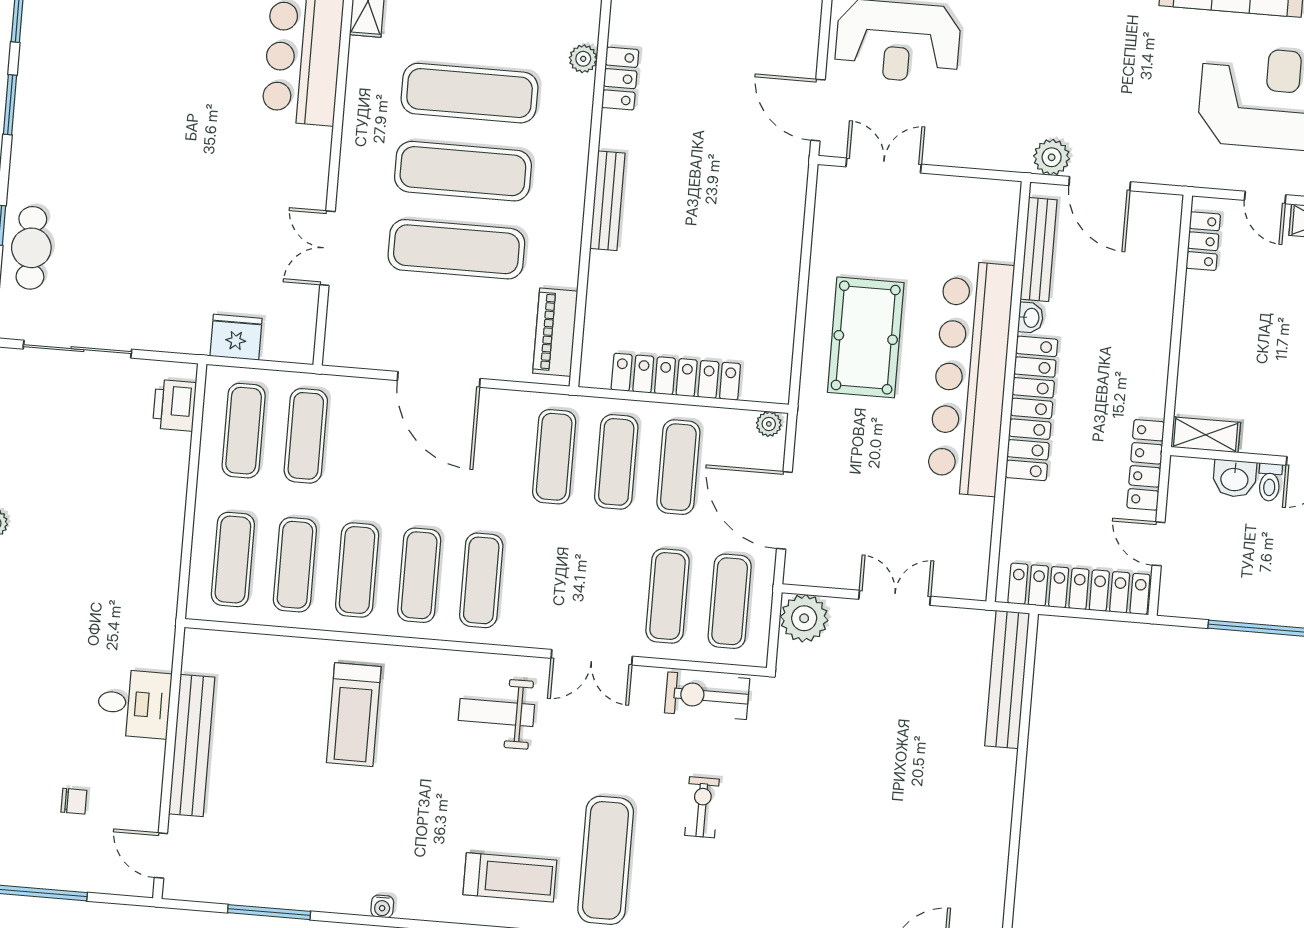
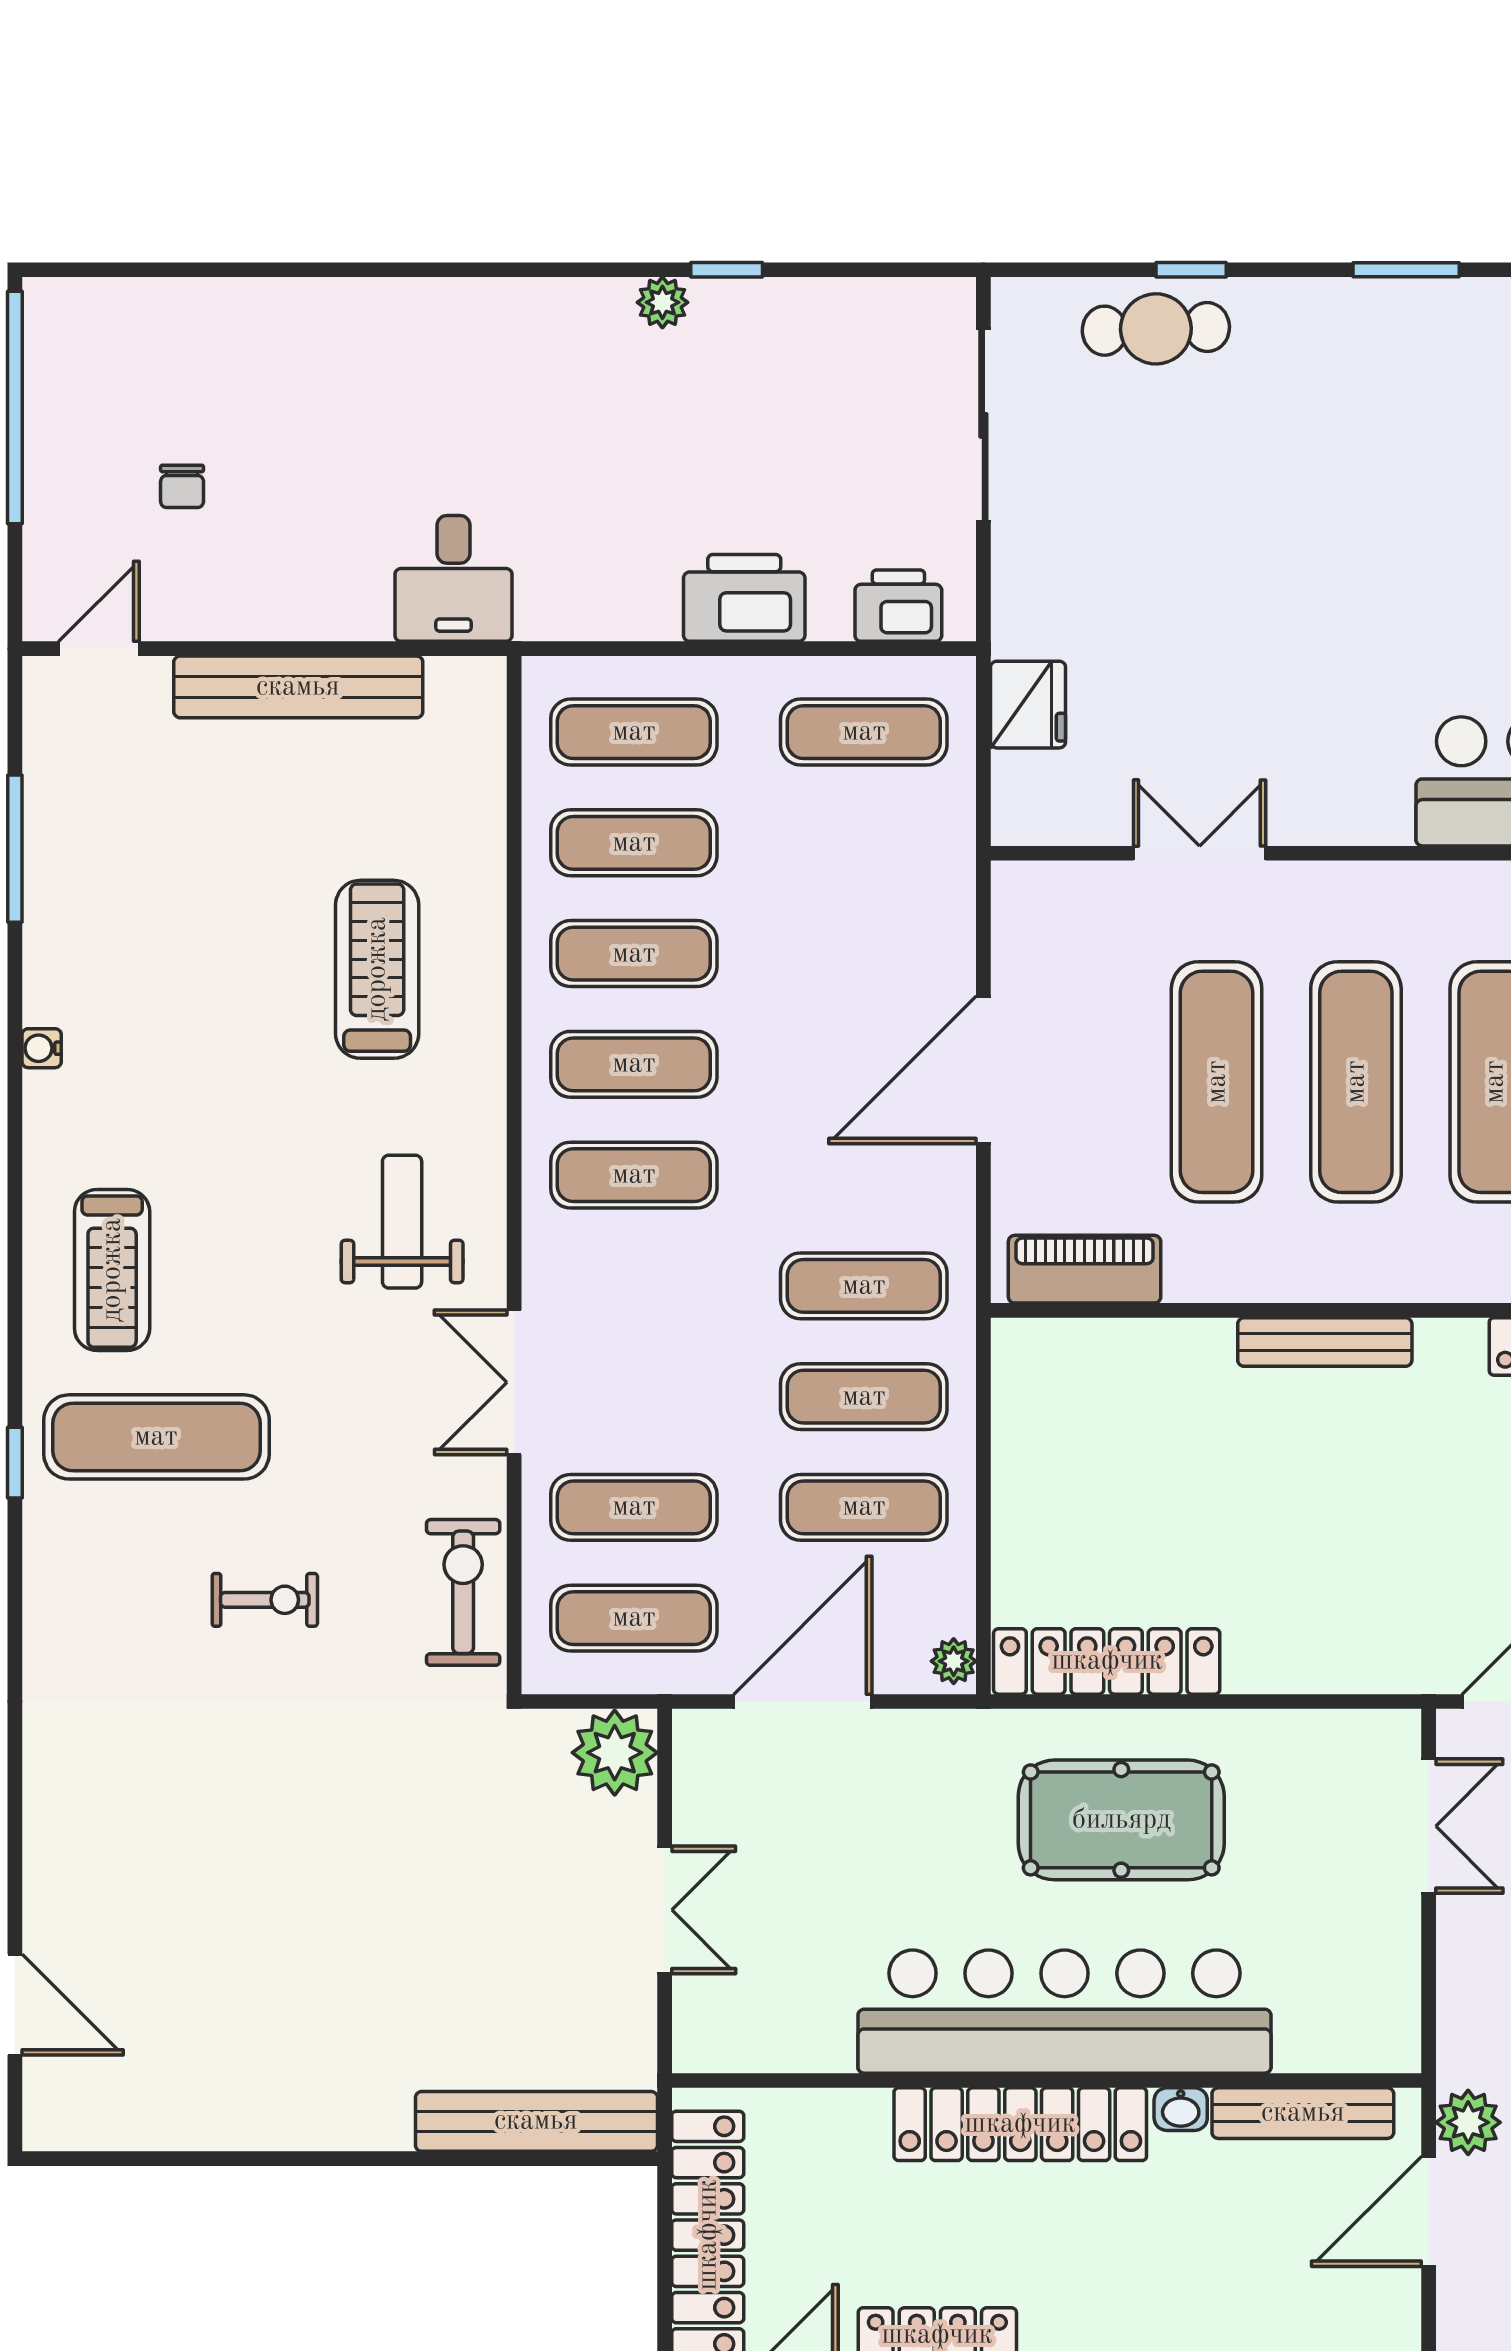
locker: (676, 377) -> (1107, 1661), moved, turned -90
exercise mat: (306, 436) -> (864, 843), removed
printer: (163, 491) -> (744, 598), added
desk: (134, 704) -> (453, 578), moved
treadmill: (354, 715) -> (377, 969), turned 90

